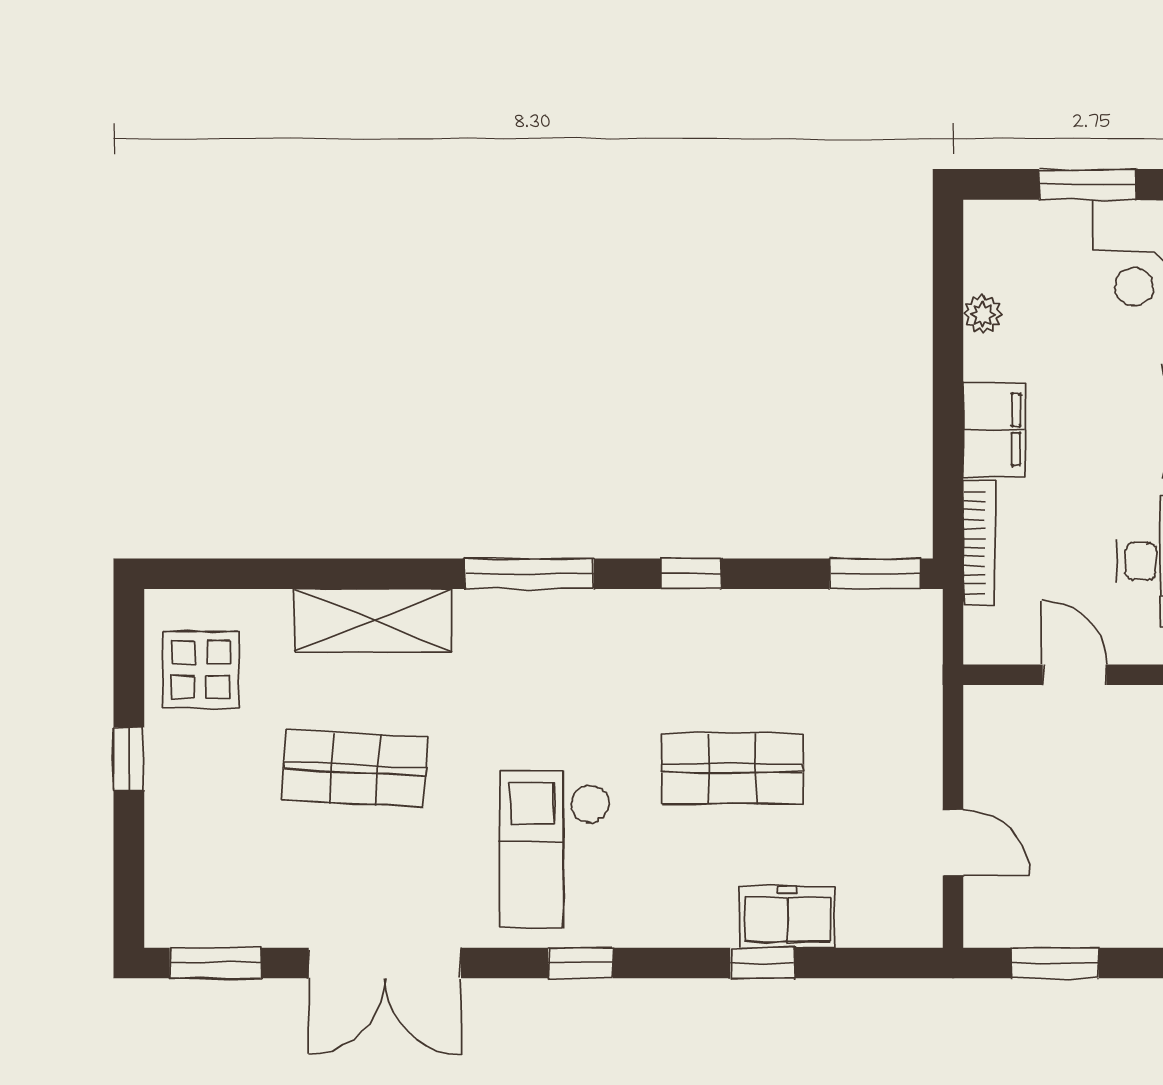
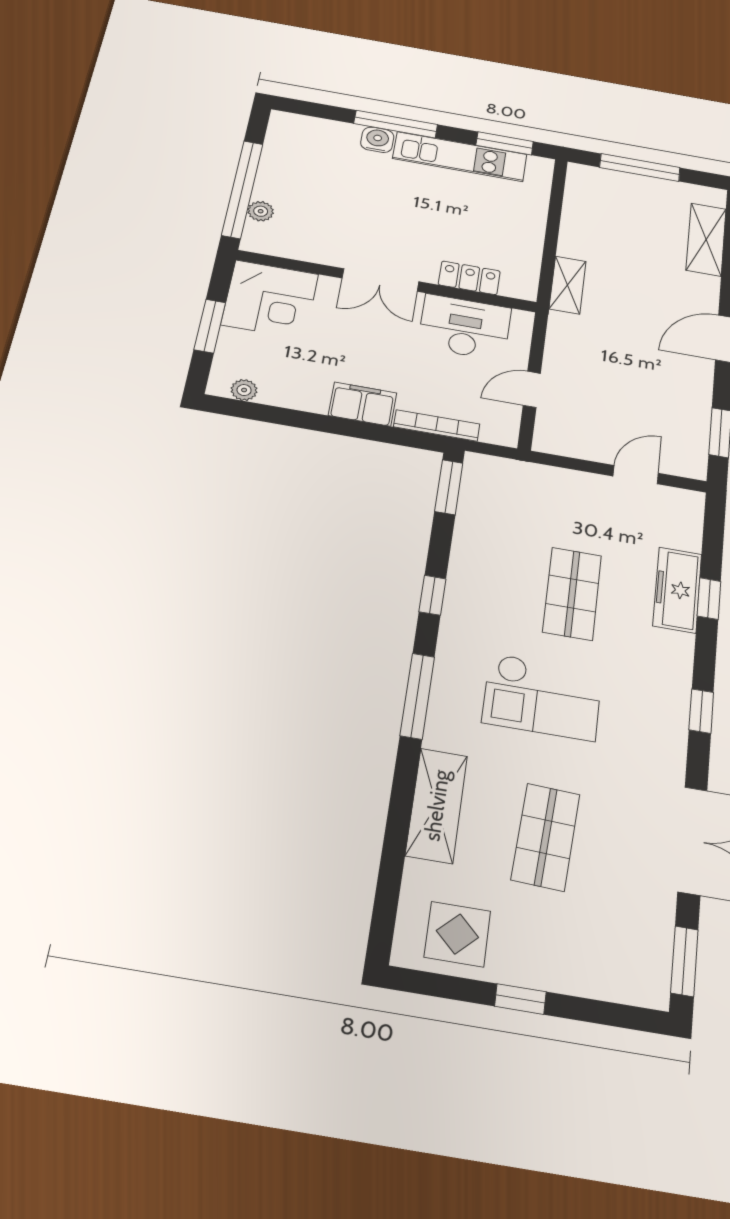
plant: (983, 314) -> (244, 390), moved
checkout: (555, 849) -> (542, 697), moved
freezer: (787, 917) -> (677, 590), width x1.40

